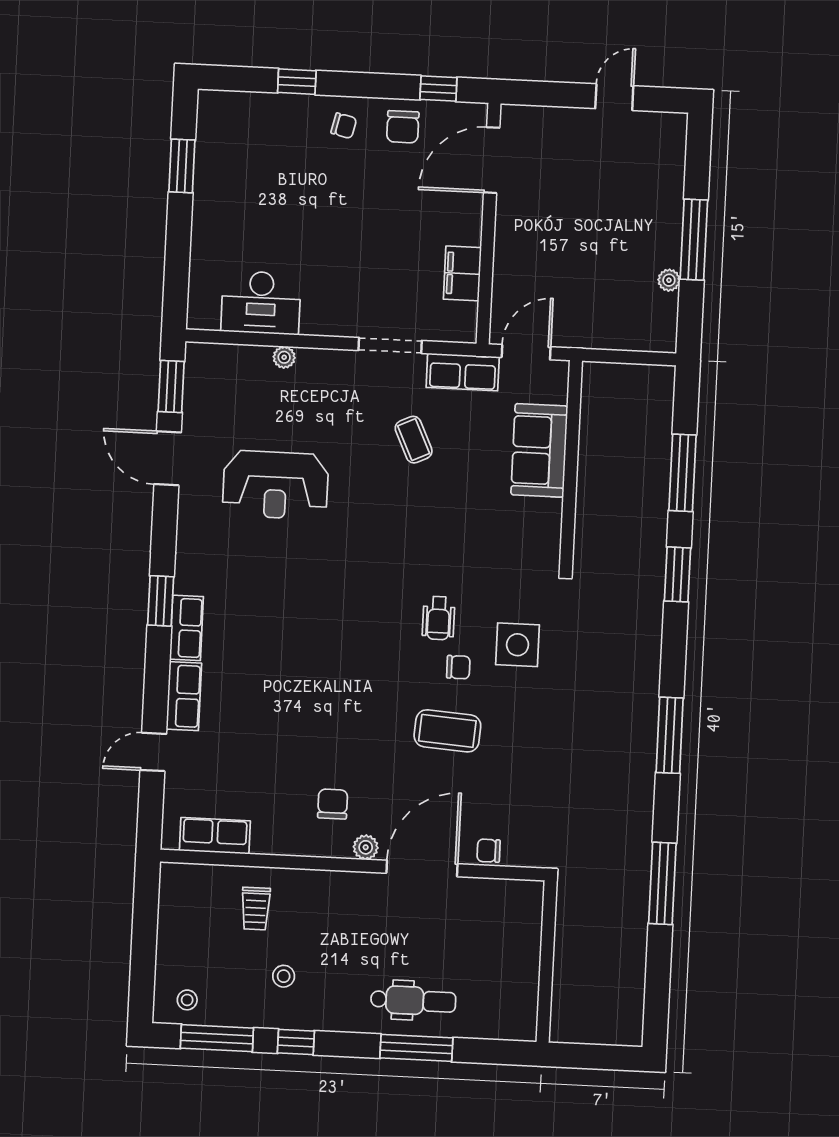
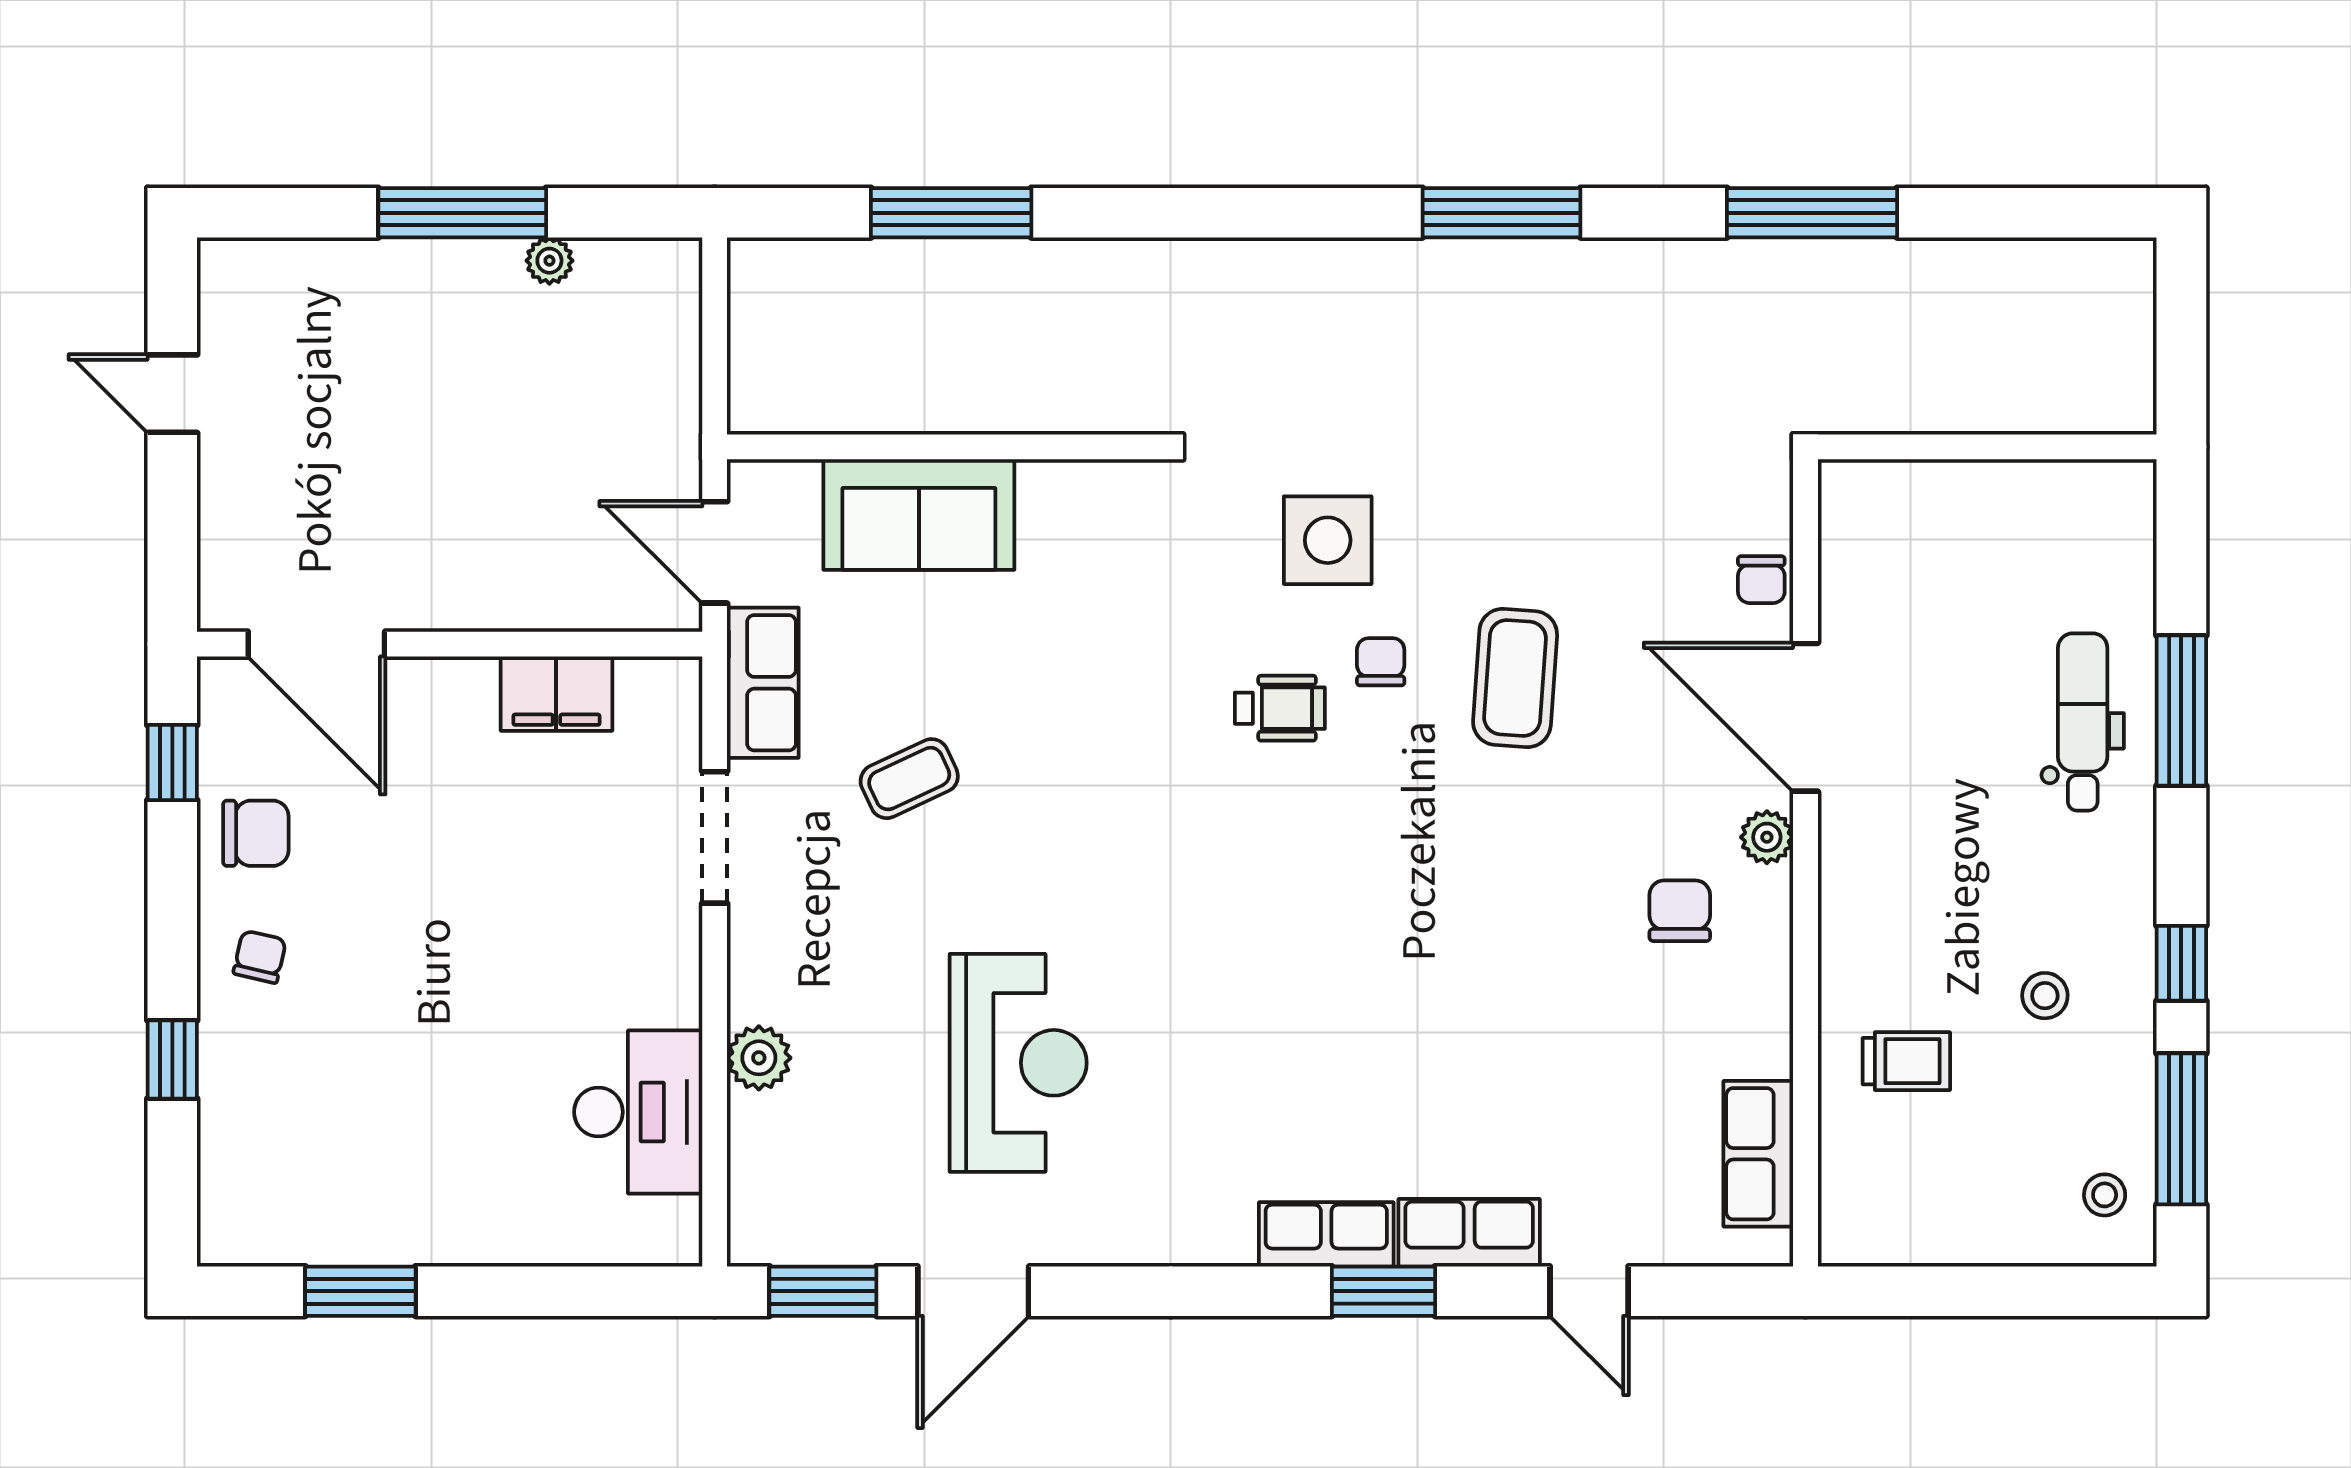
plant: (284, 357) -> (759, 1058), width x1.38, depth x1.38
window: (678, 574) -> (1164, 213), removed
window: (161, 601) -> (1383, 1291), moved
chair: (333, 804) -> (1680, 911), turned 90

